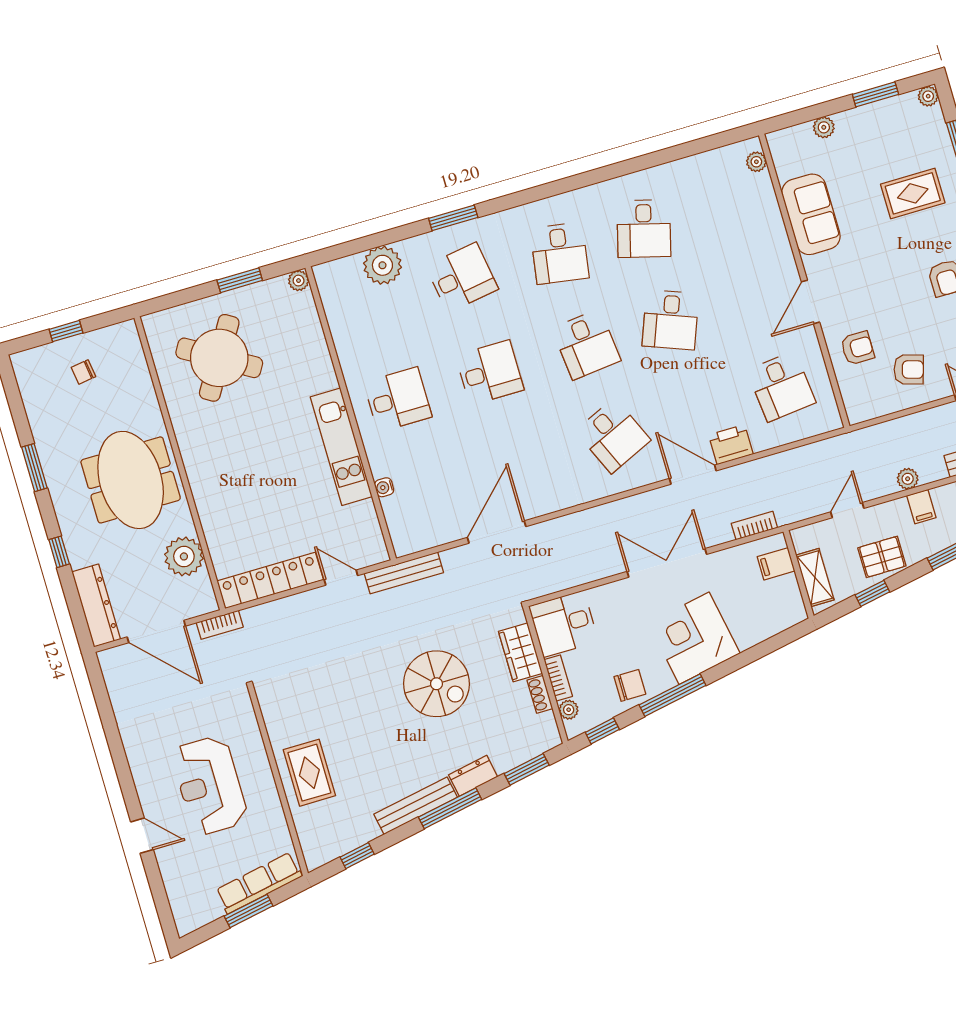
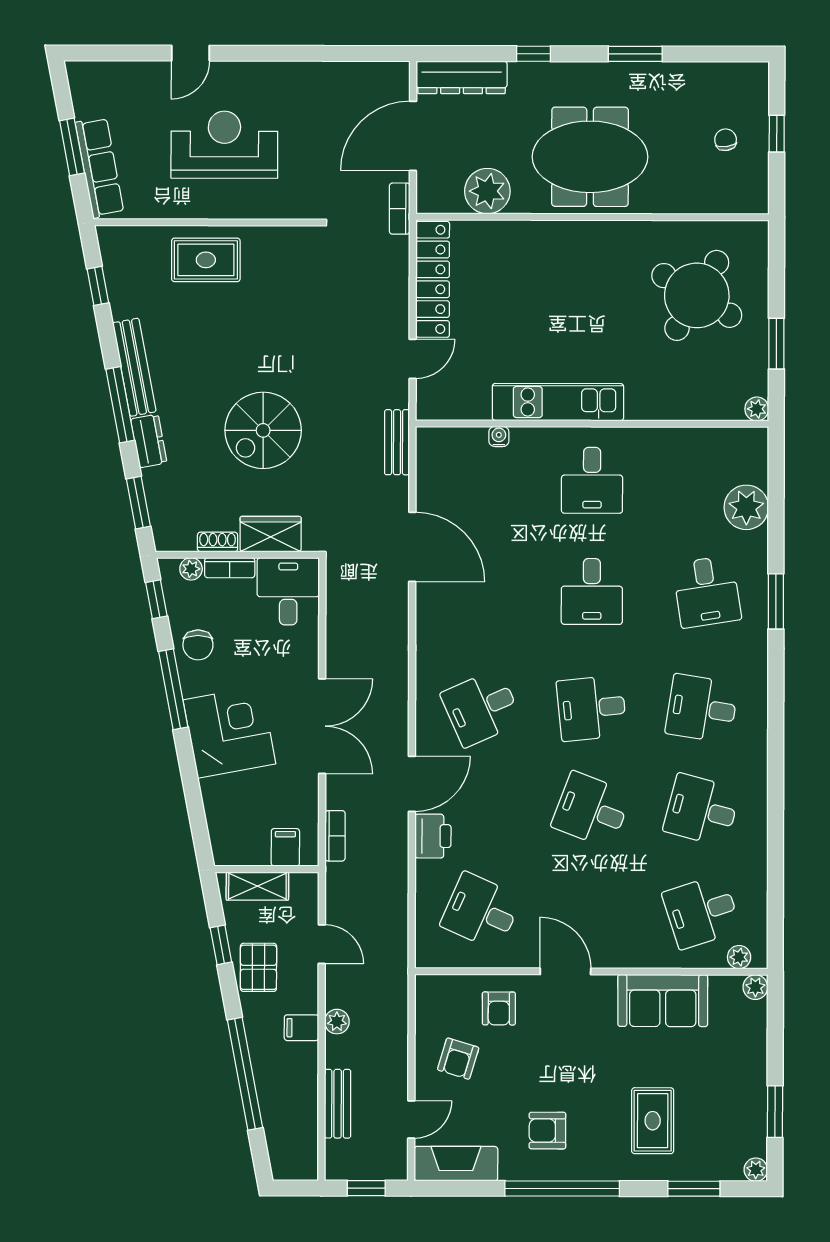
plant: (824, 127) -> (755, 987), moved
desk: (728, 204) -> (701, 912), added
desk: (781, 386) -> (481, 911), turned 30
bench: (404, 573) -> (397, 442), width x0.73

